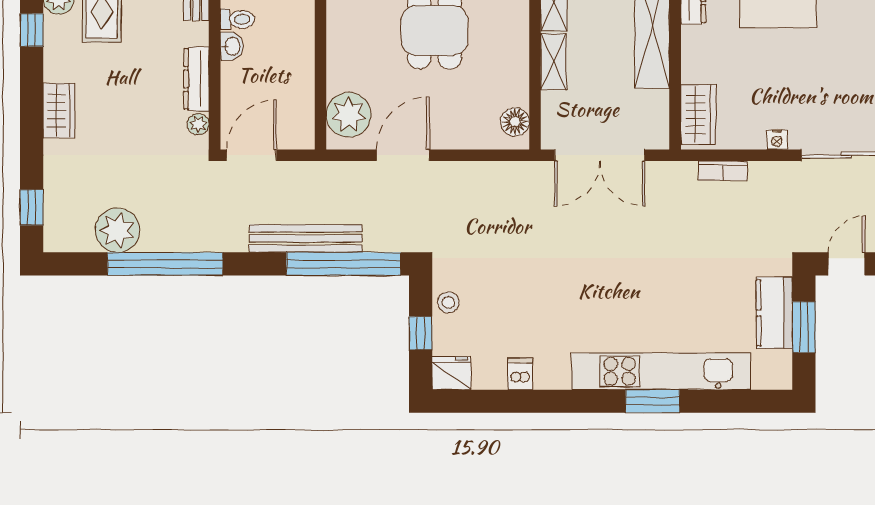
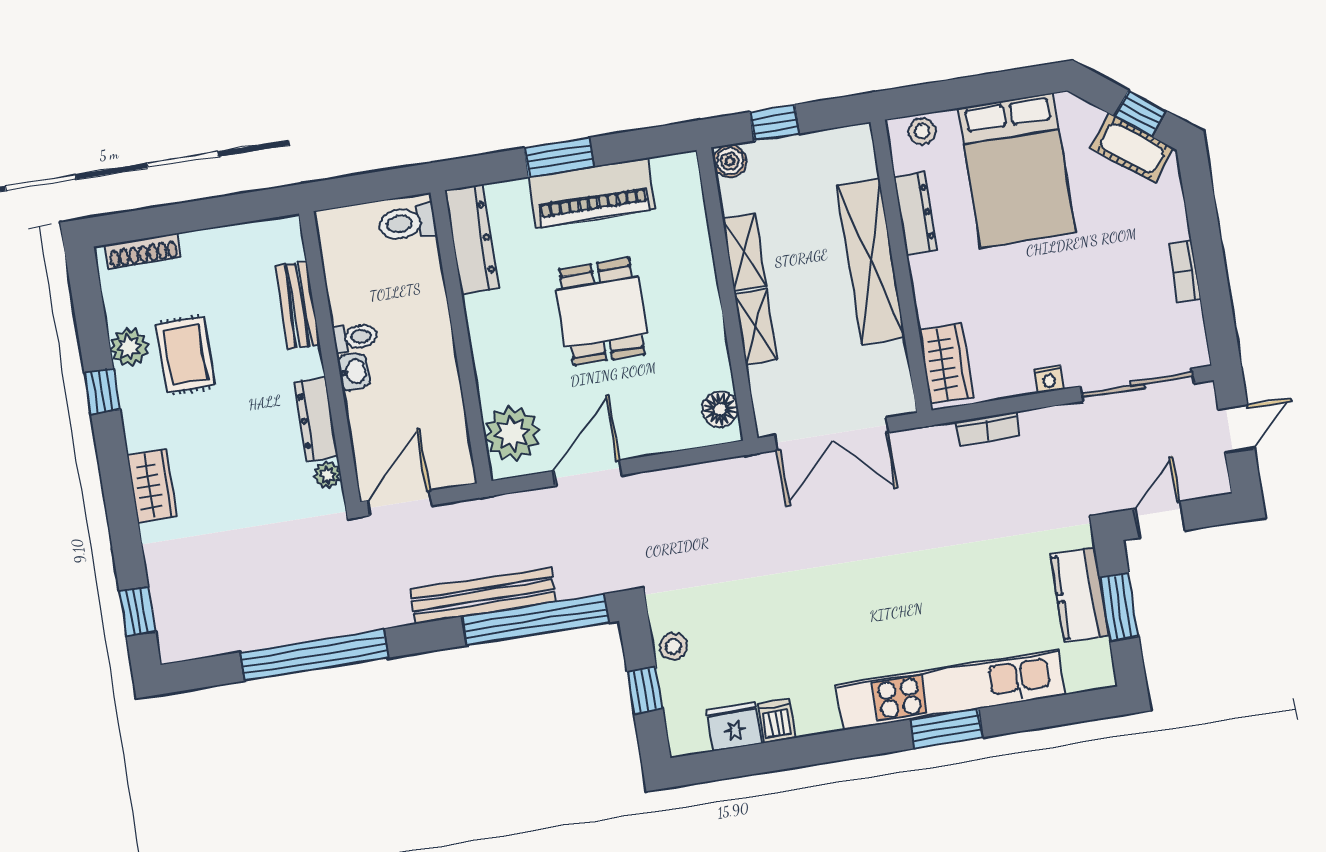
plant: (117, 230) -> (248, 623), removed
fridge: (451, 373) -> (734, 727), moved

